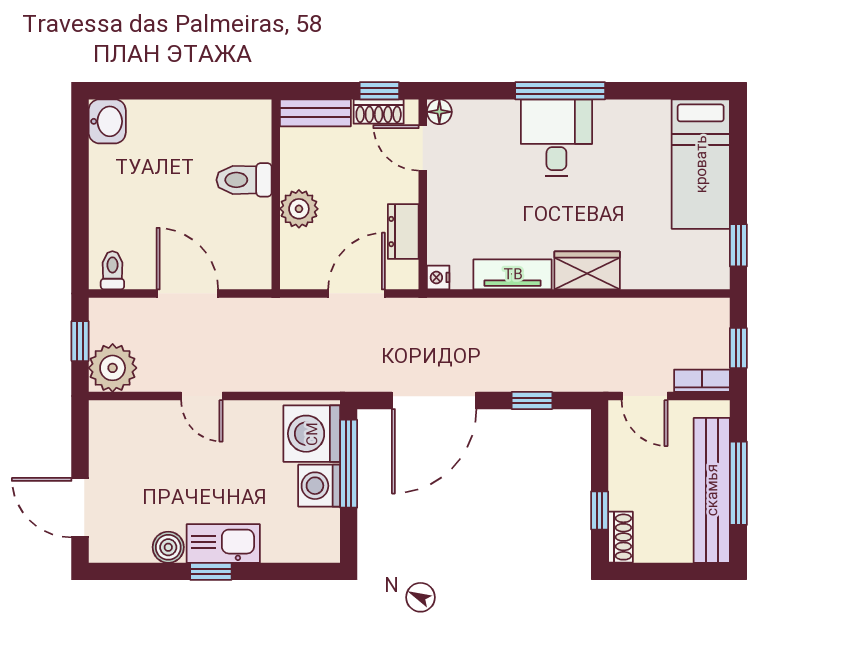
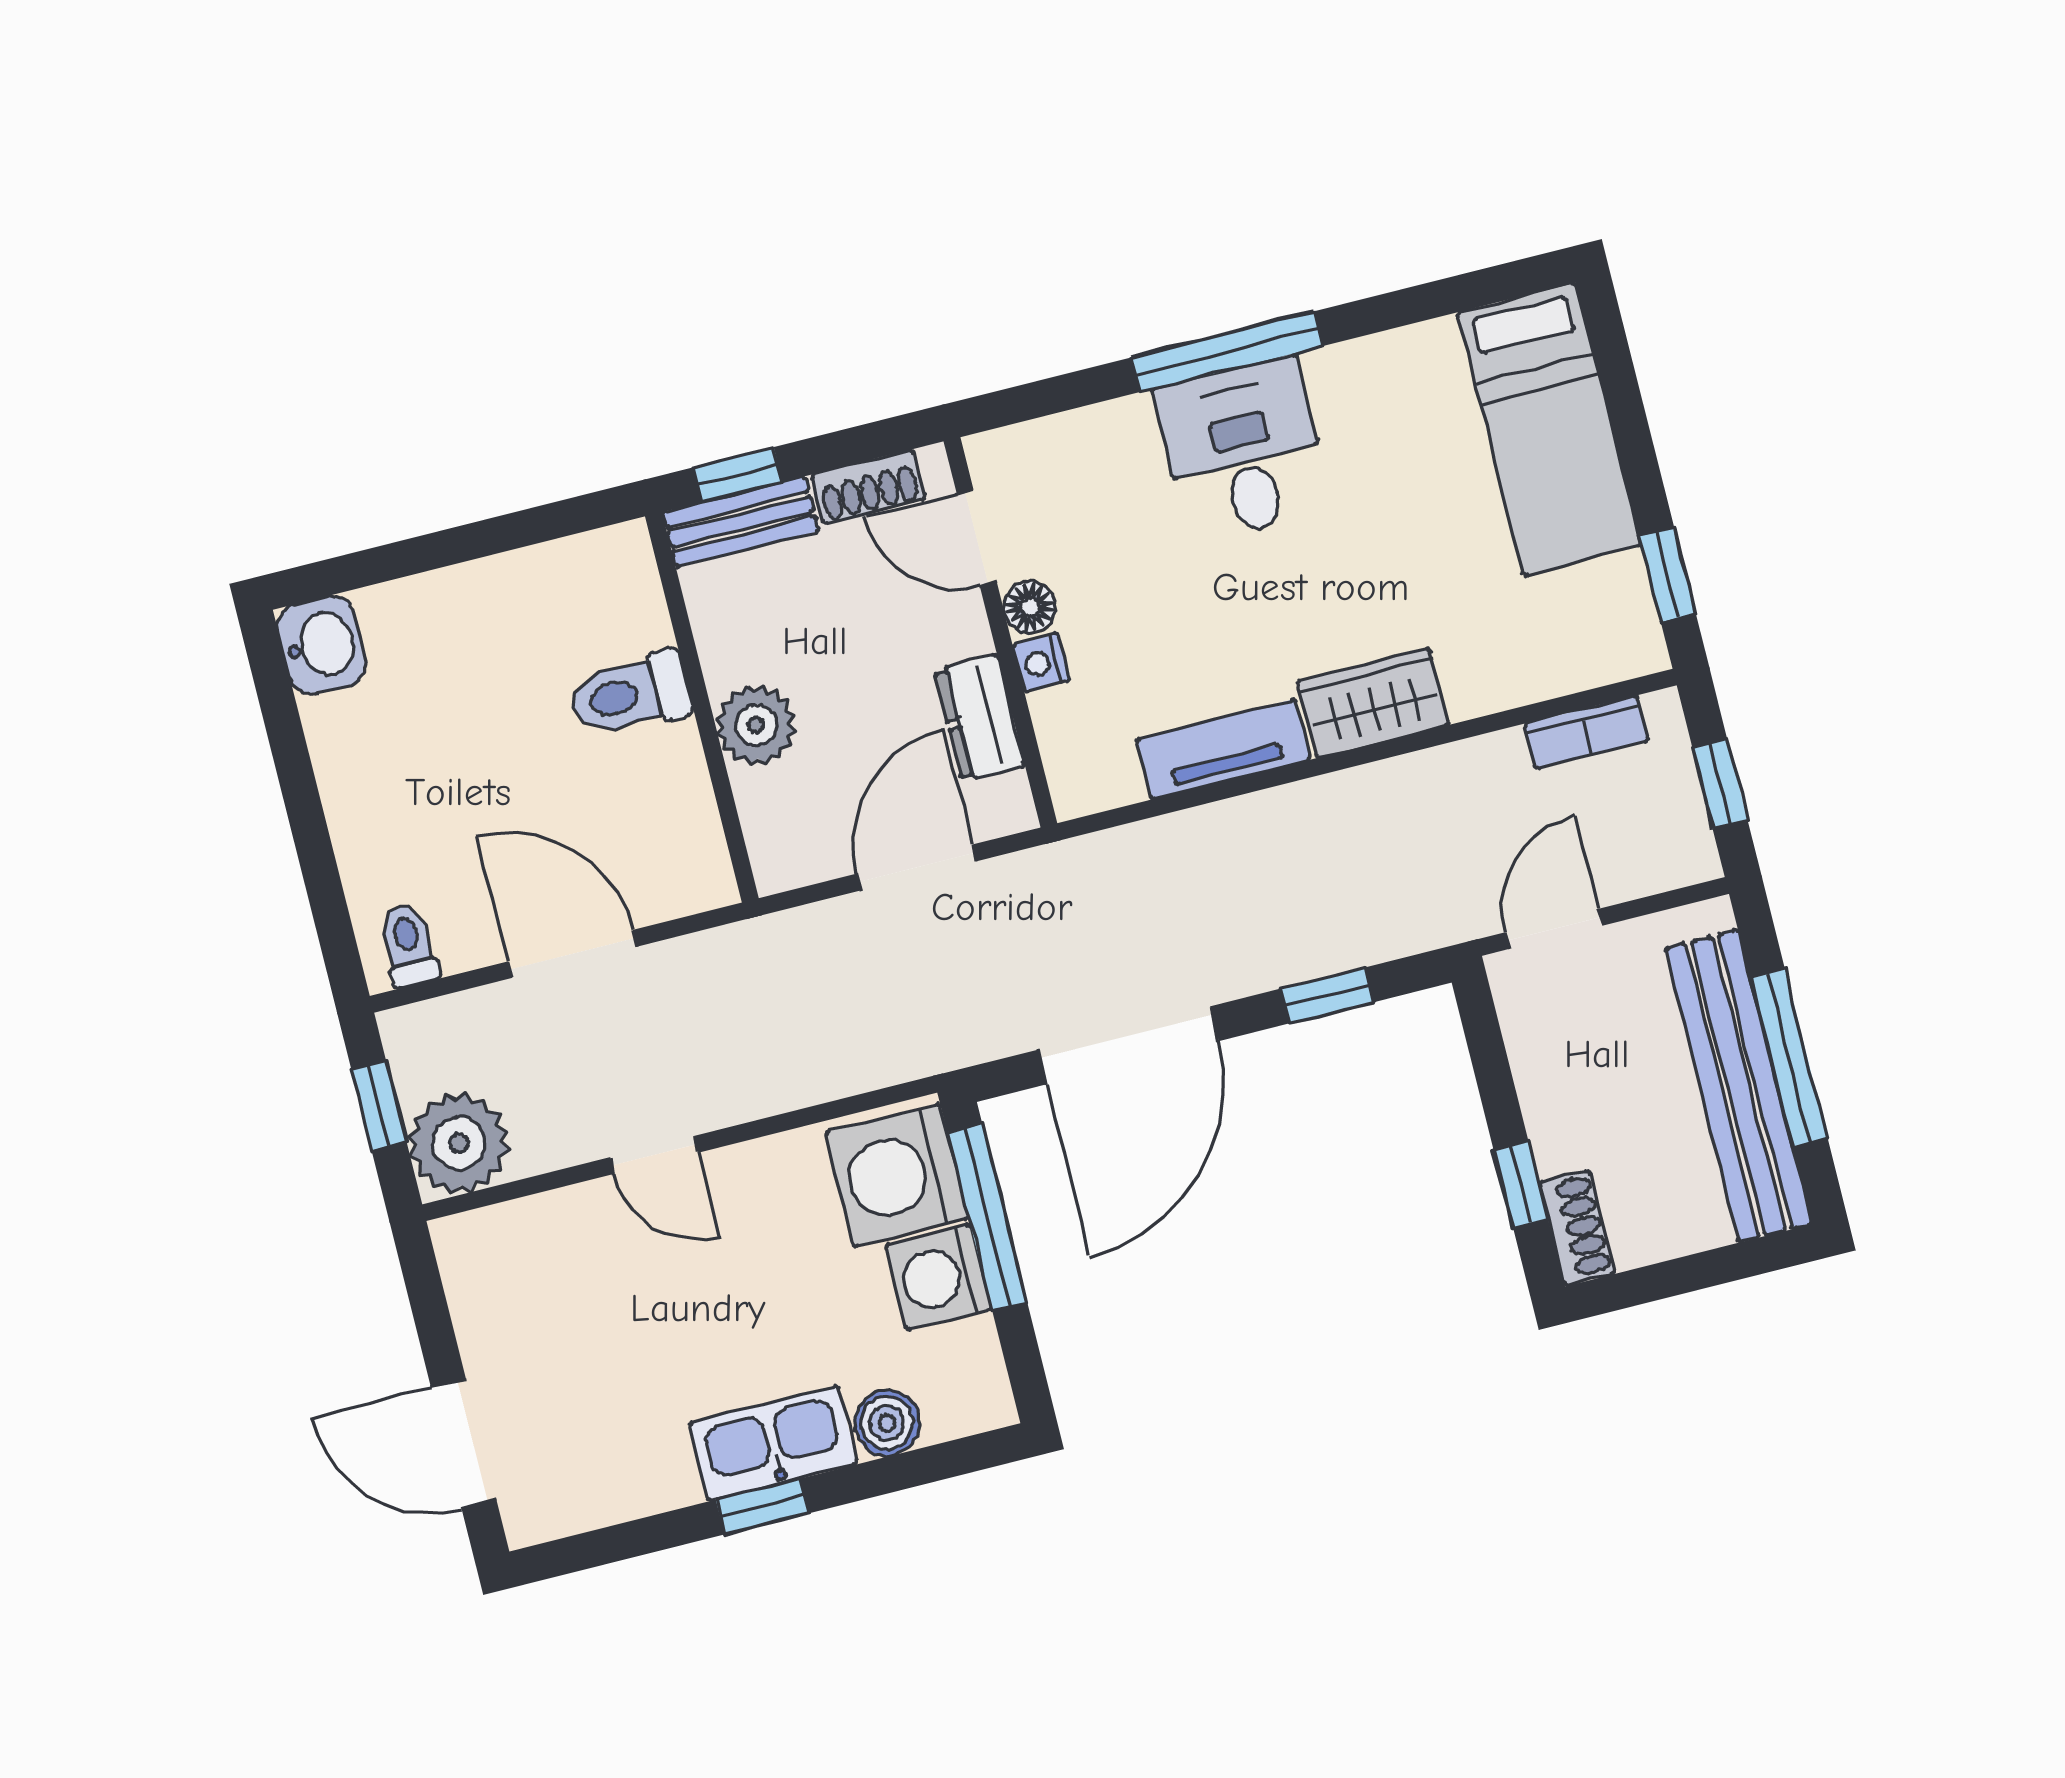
window: (379, 91) -> (738, 475), moved
floor lamp: (439, 112) -> (1030, 607), moved
nightstand: (438, 277) -> (1041, 663), moved
bookcase: (702, 381) -> (1586, 732), moved, turned 180
door: (645, 396) -> (1554, 929), swing flipped
boiler: (168, 547) -> (887, 1423), moved

